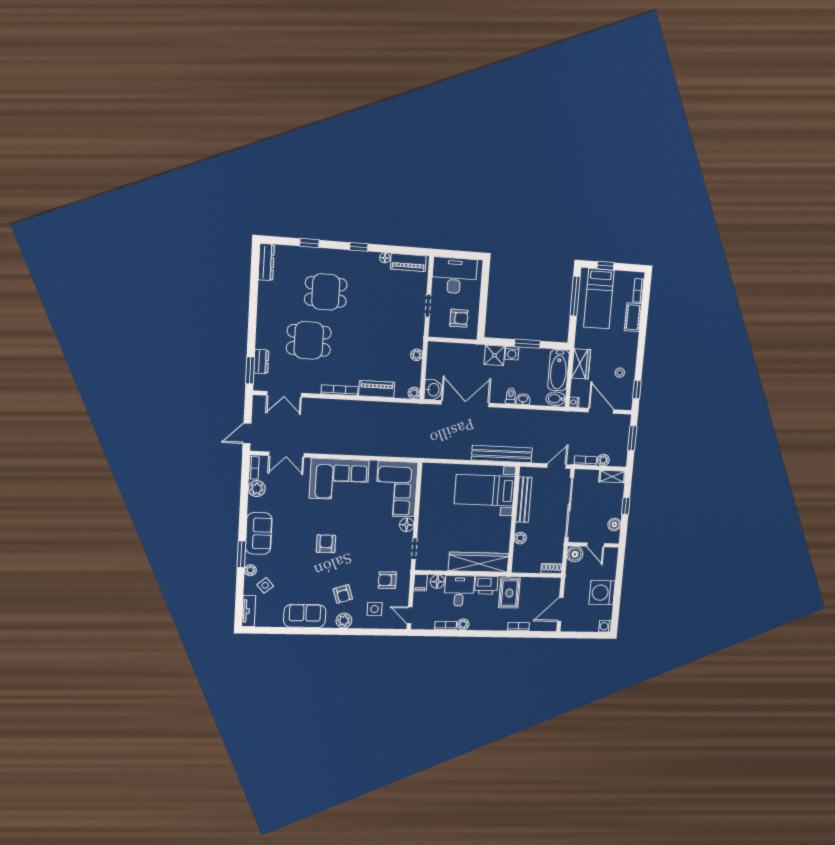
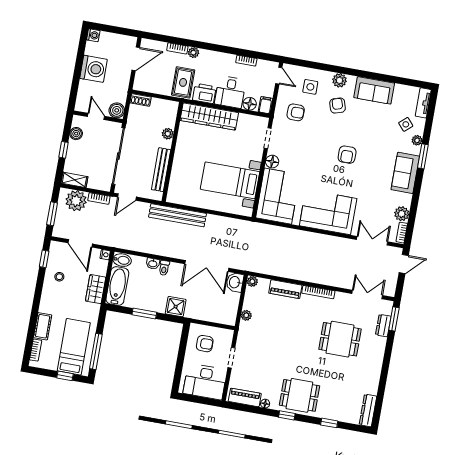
dining table: (326, 292) -> (299, 395), moved
armchair: (459, 318) -> (205, 344), turned 180
washing machine: (512, 353) -> (159, 307), removed
plant: (603, 460) -> (76, 201), width x1.88, depth x1.88
bed with nightstands: (485, 490) -> (230, 180), moved, turned 180
plant: (463, 624) -> (194, 53), moved

